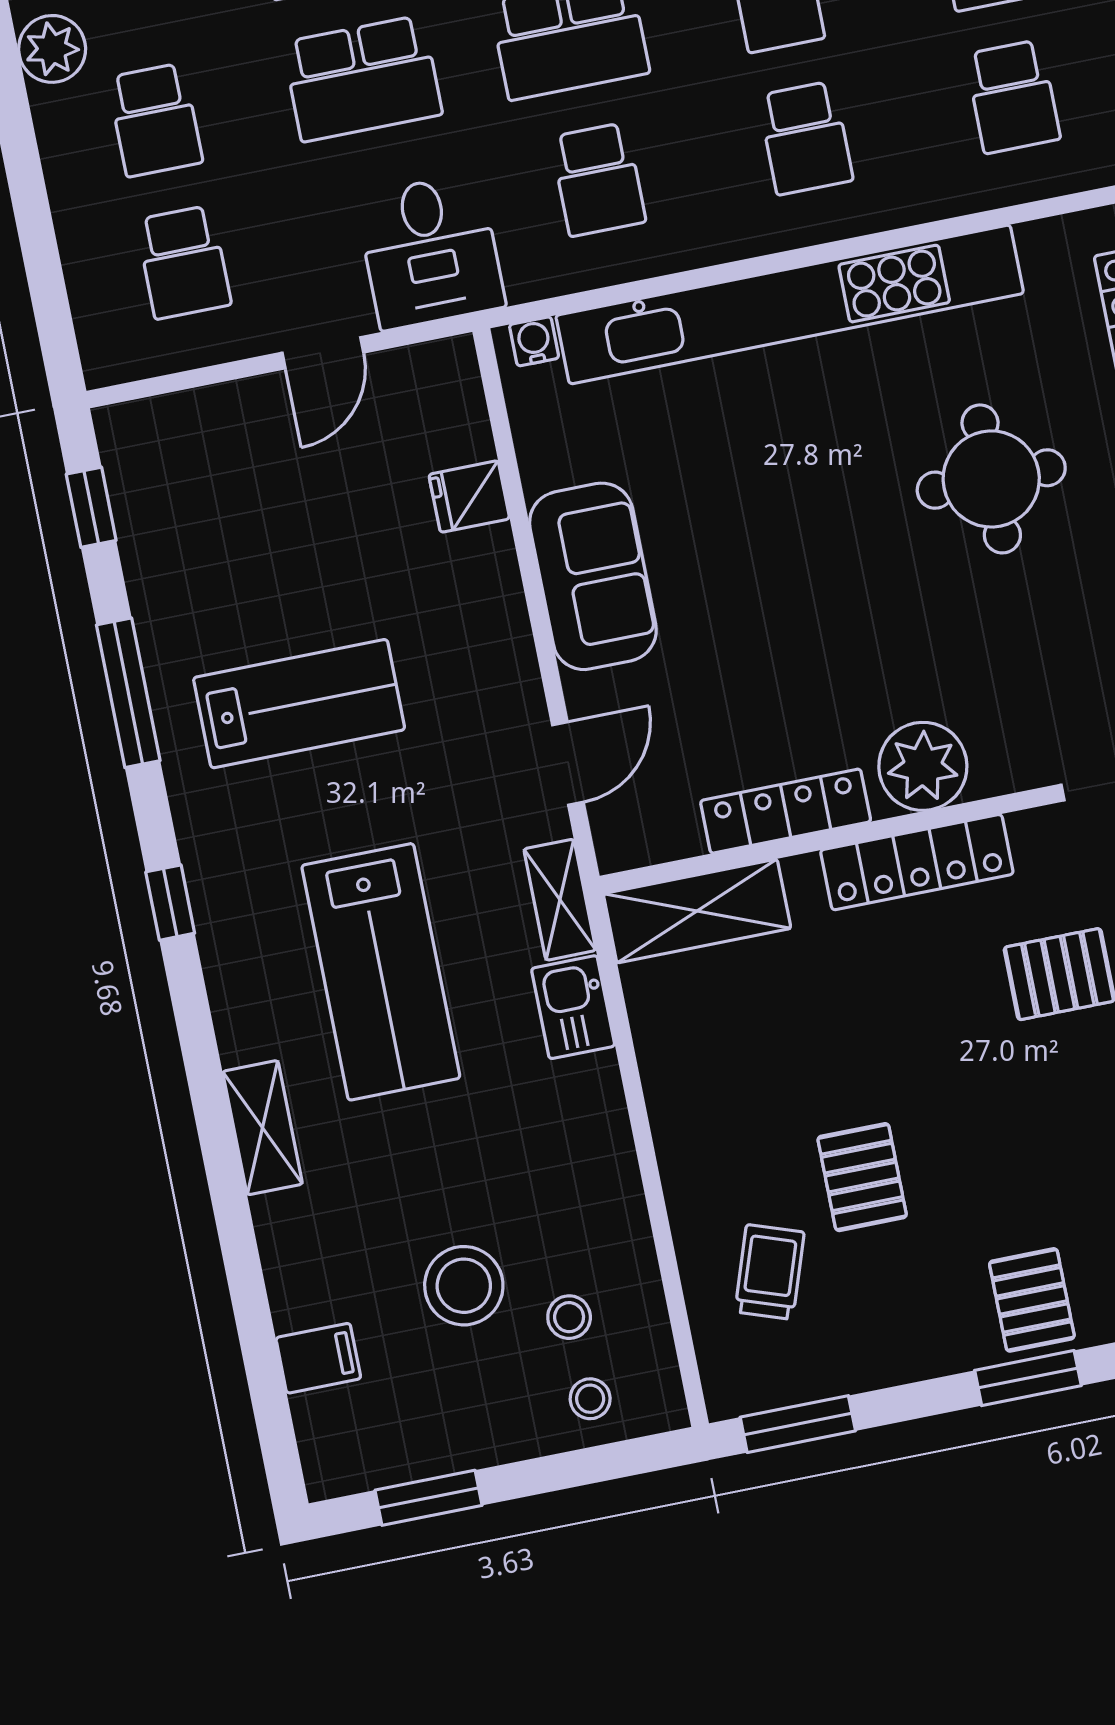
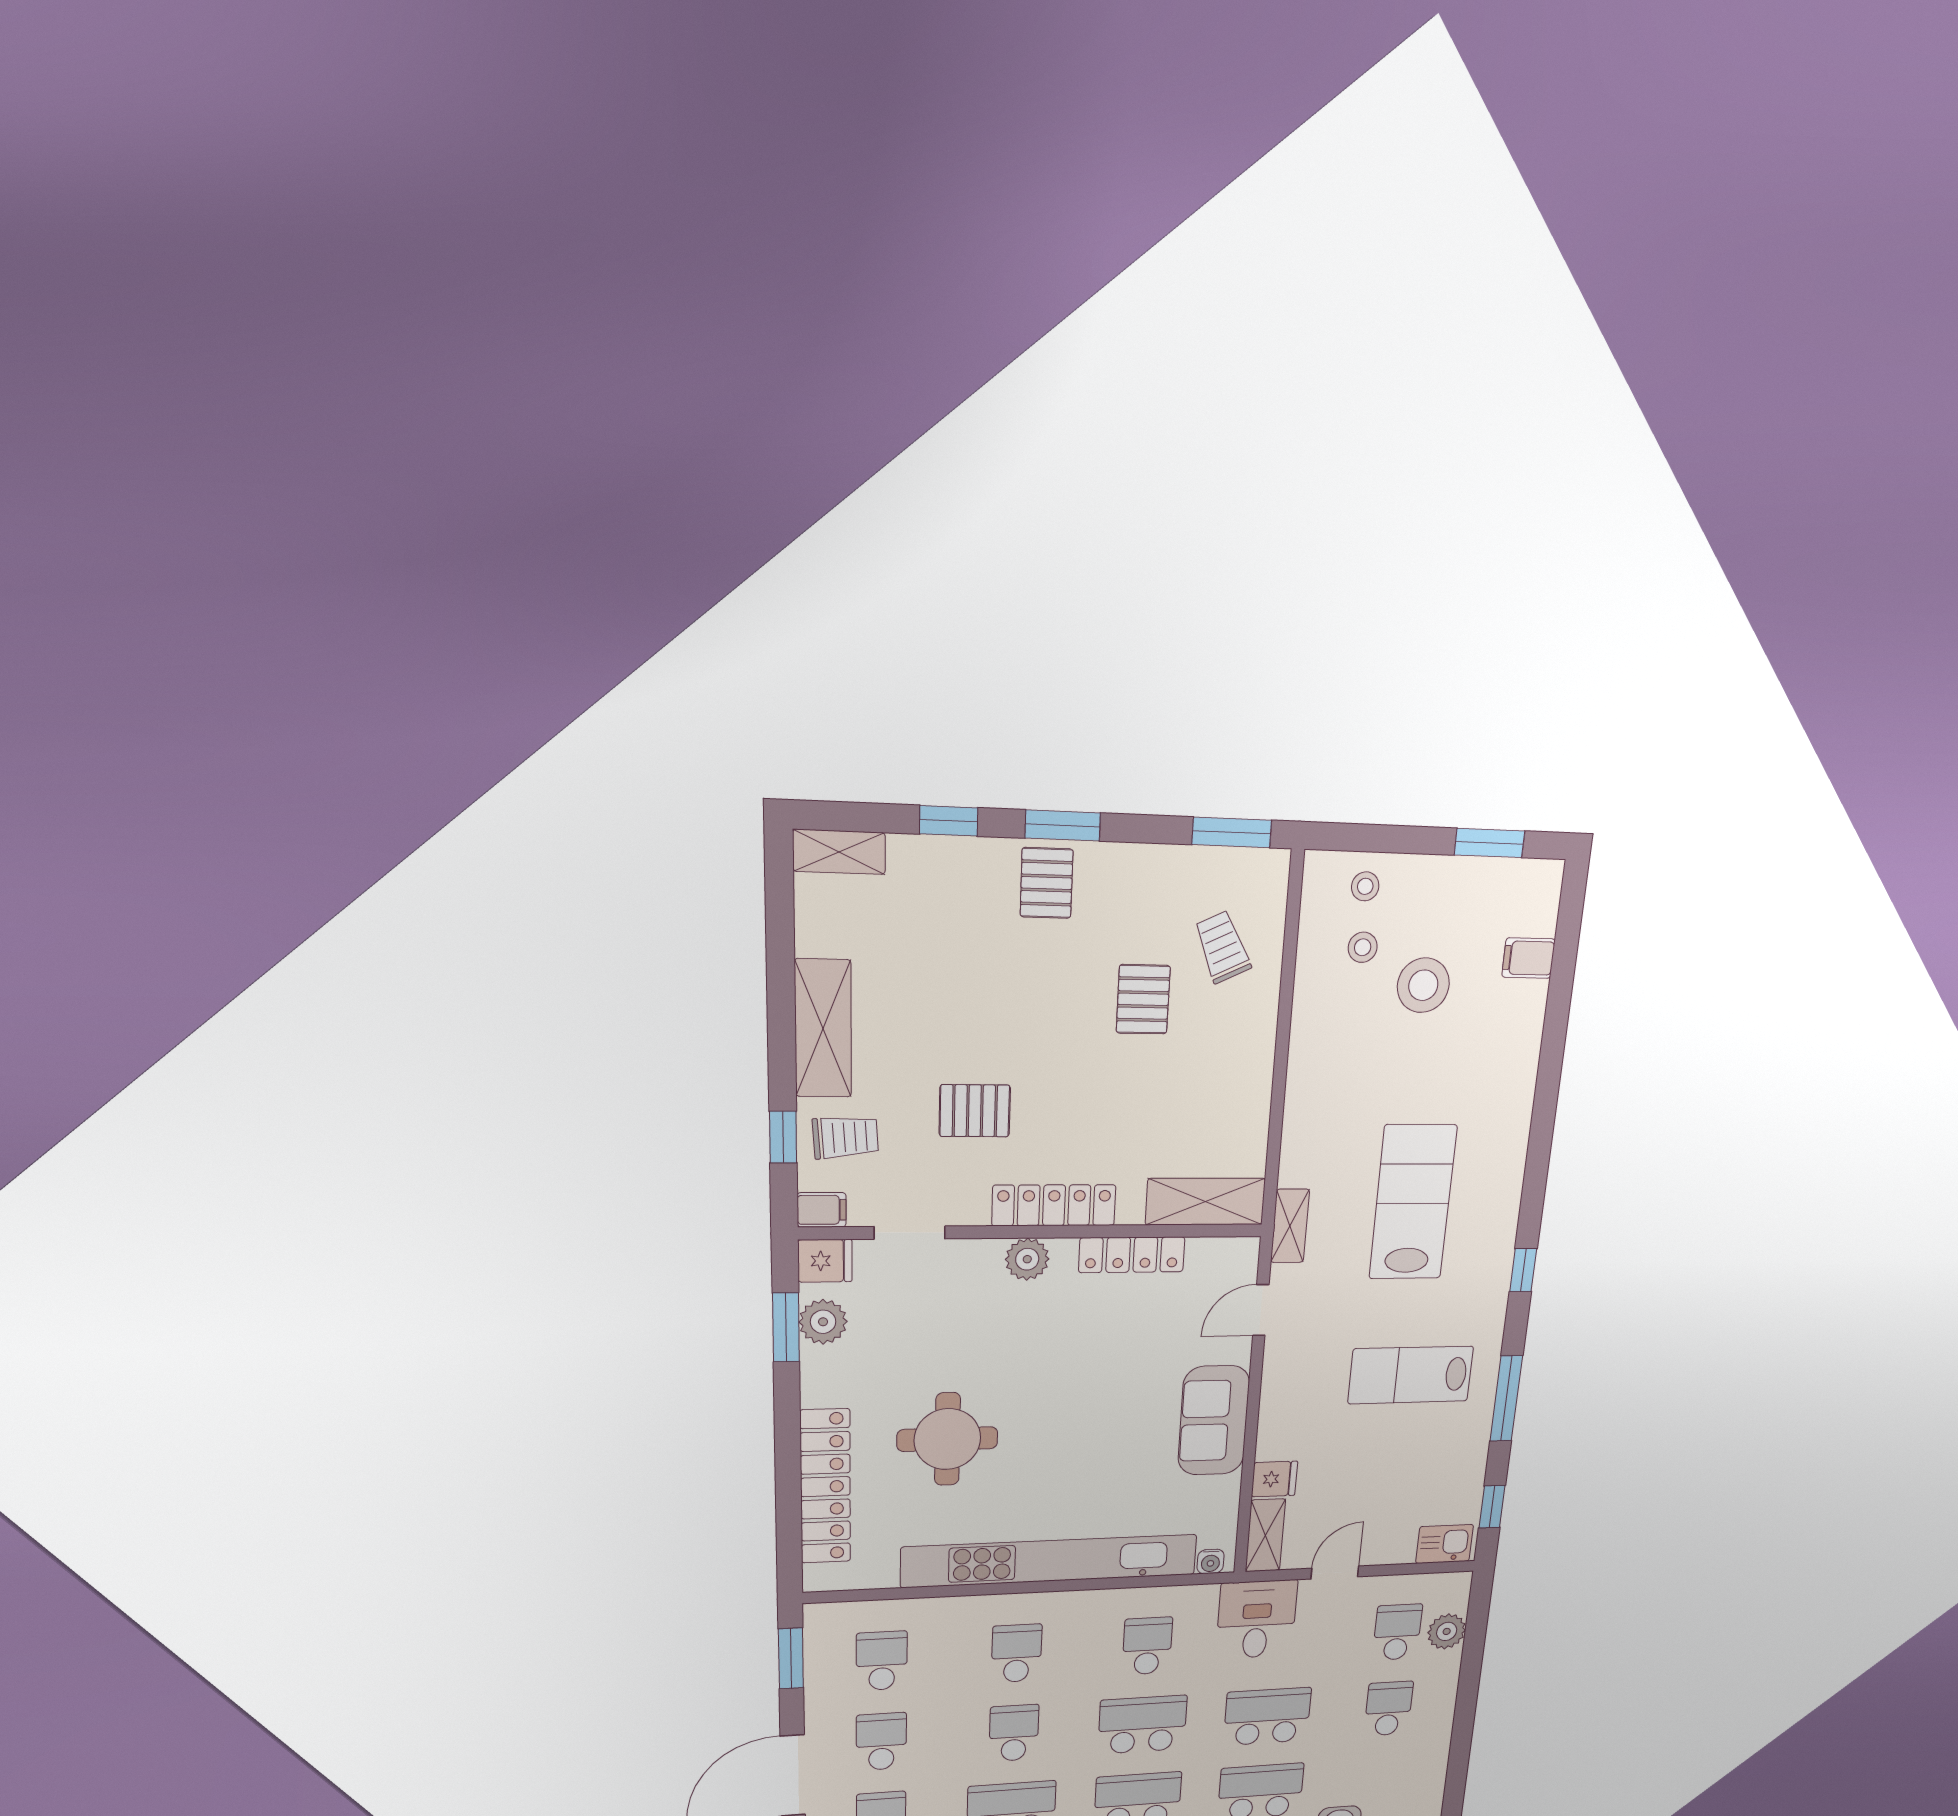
plant: (52, 49) -> (1447, 1631), moved
plant: (923, 766) -> (1027, 1259), width x0.73, depth x0.73
kitchen sink: (573, 1007) -> (1445, 1544), moved, turned -90
shelving: (263, 1128) -> (1265, 1535), moved
trolley: (770, 1272) -> (1222, 947), turned 136

